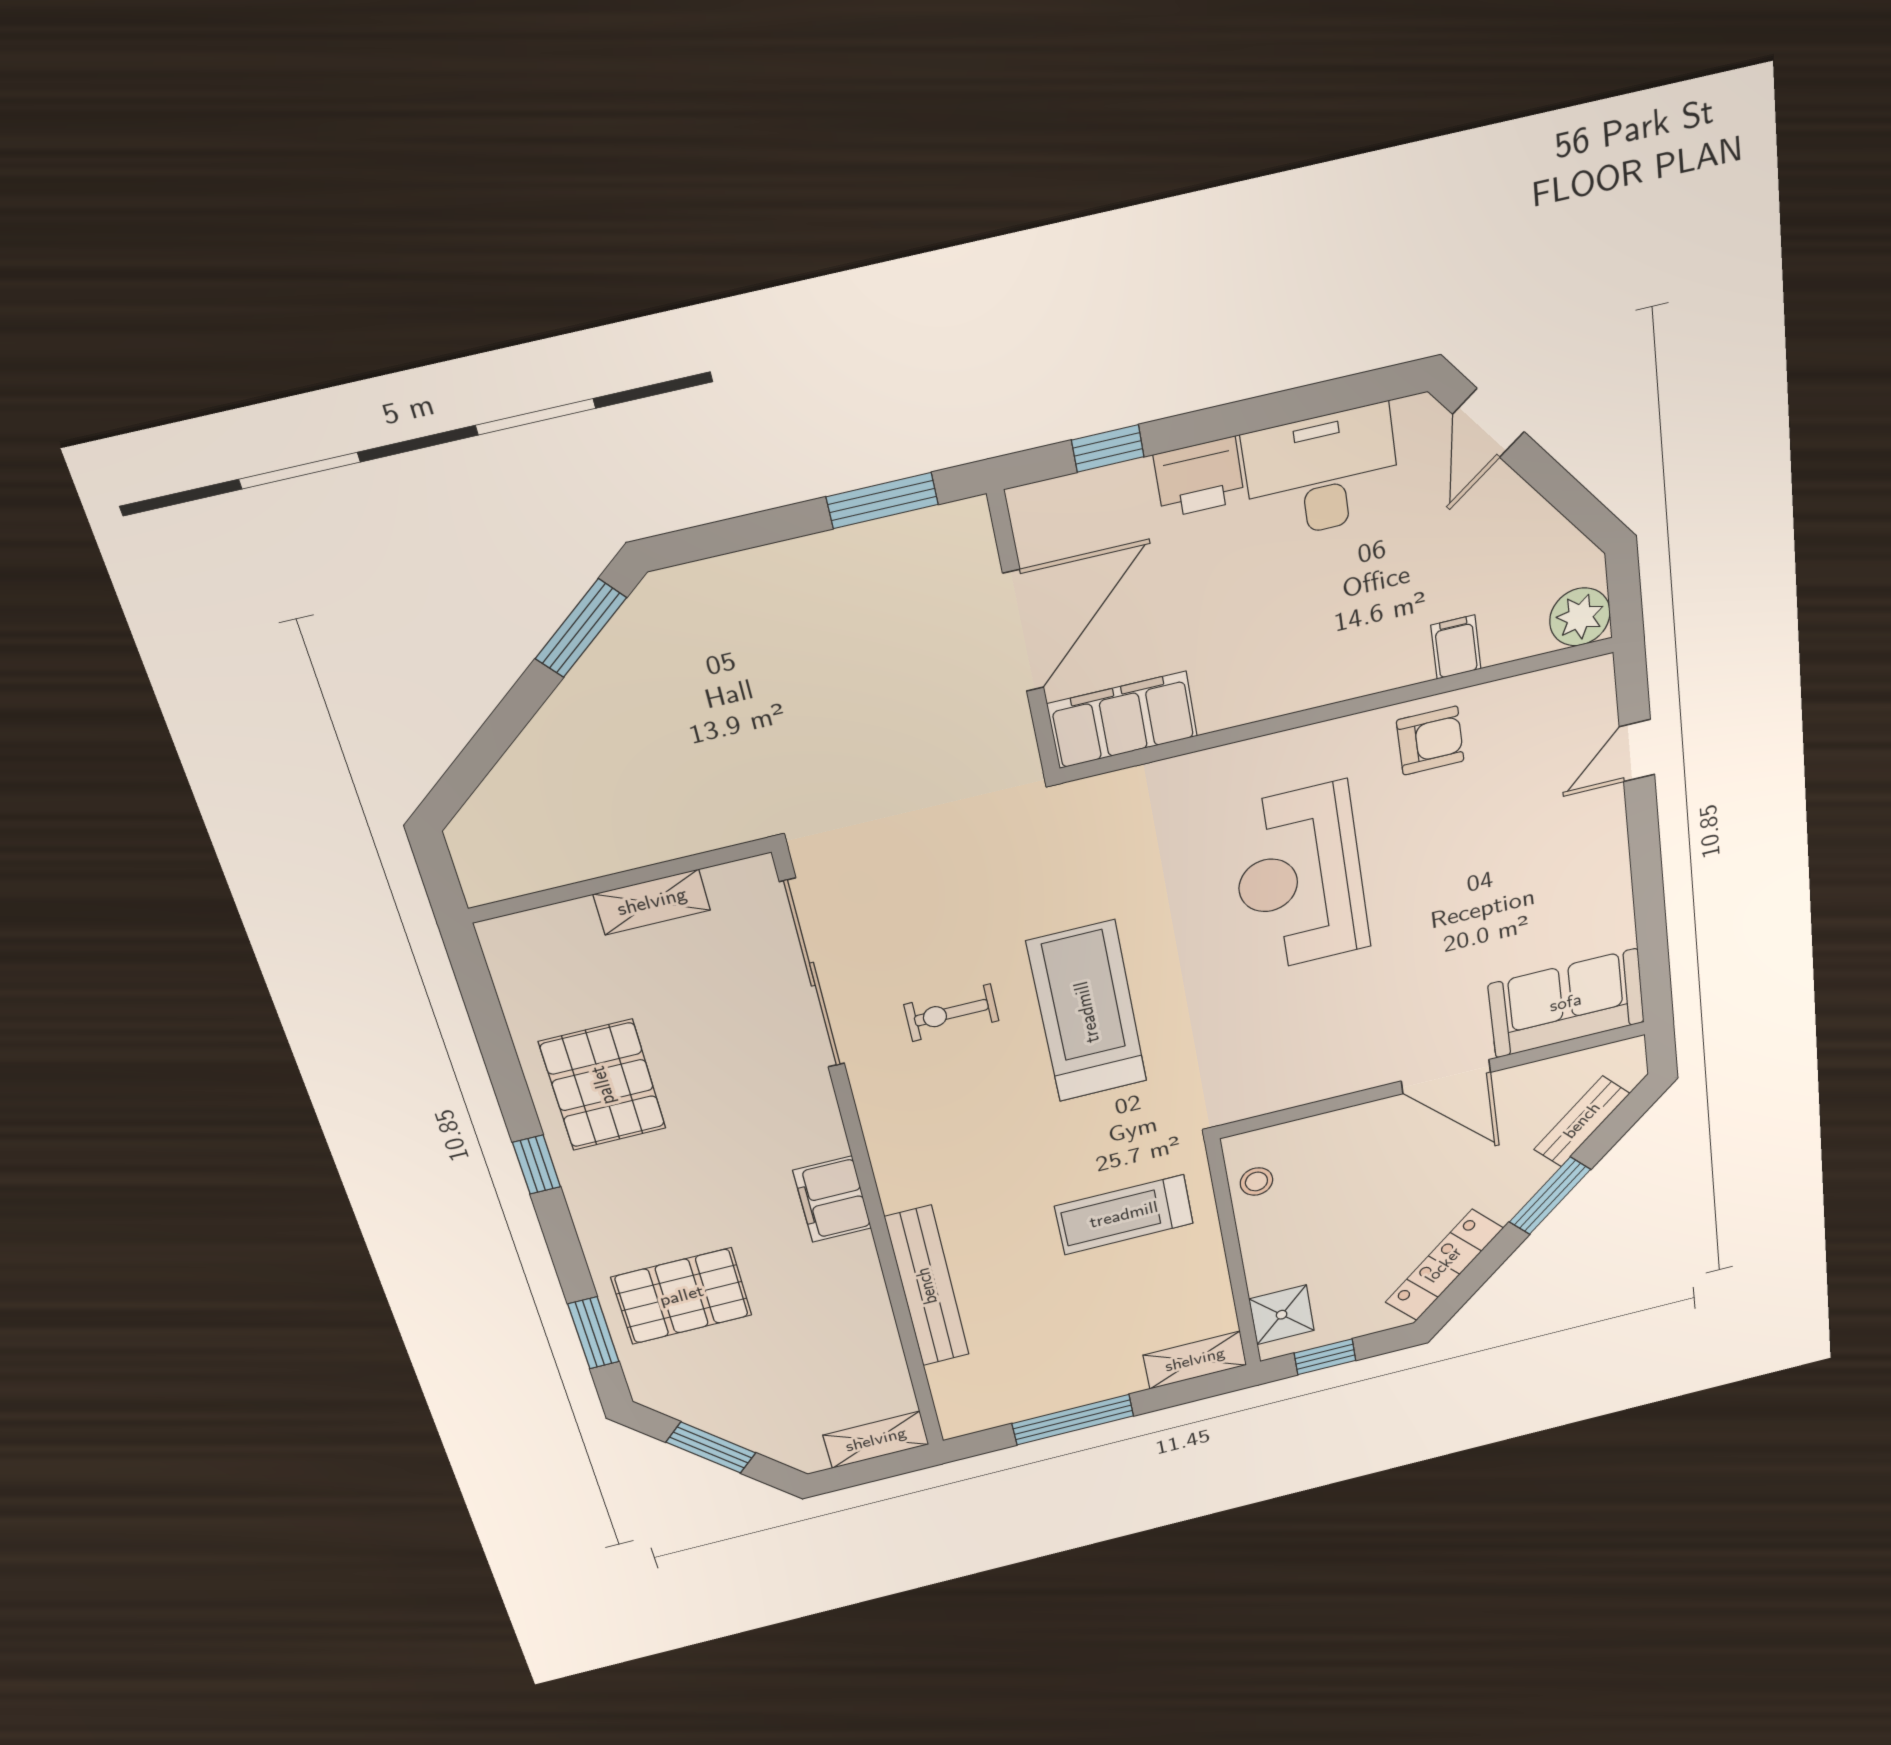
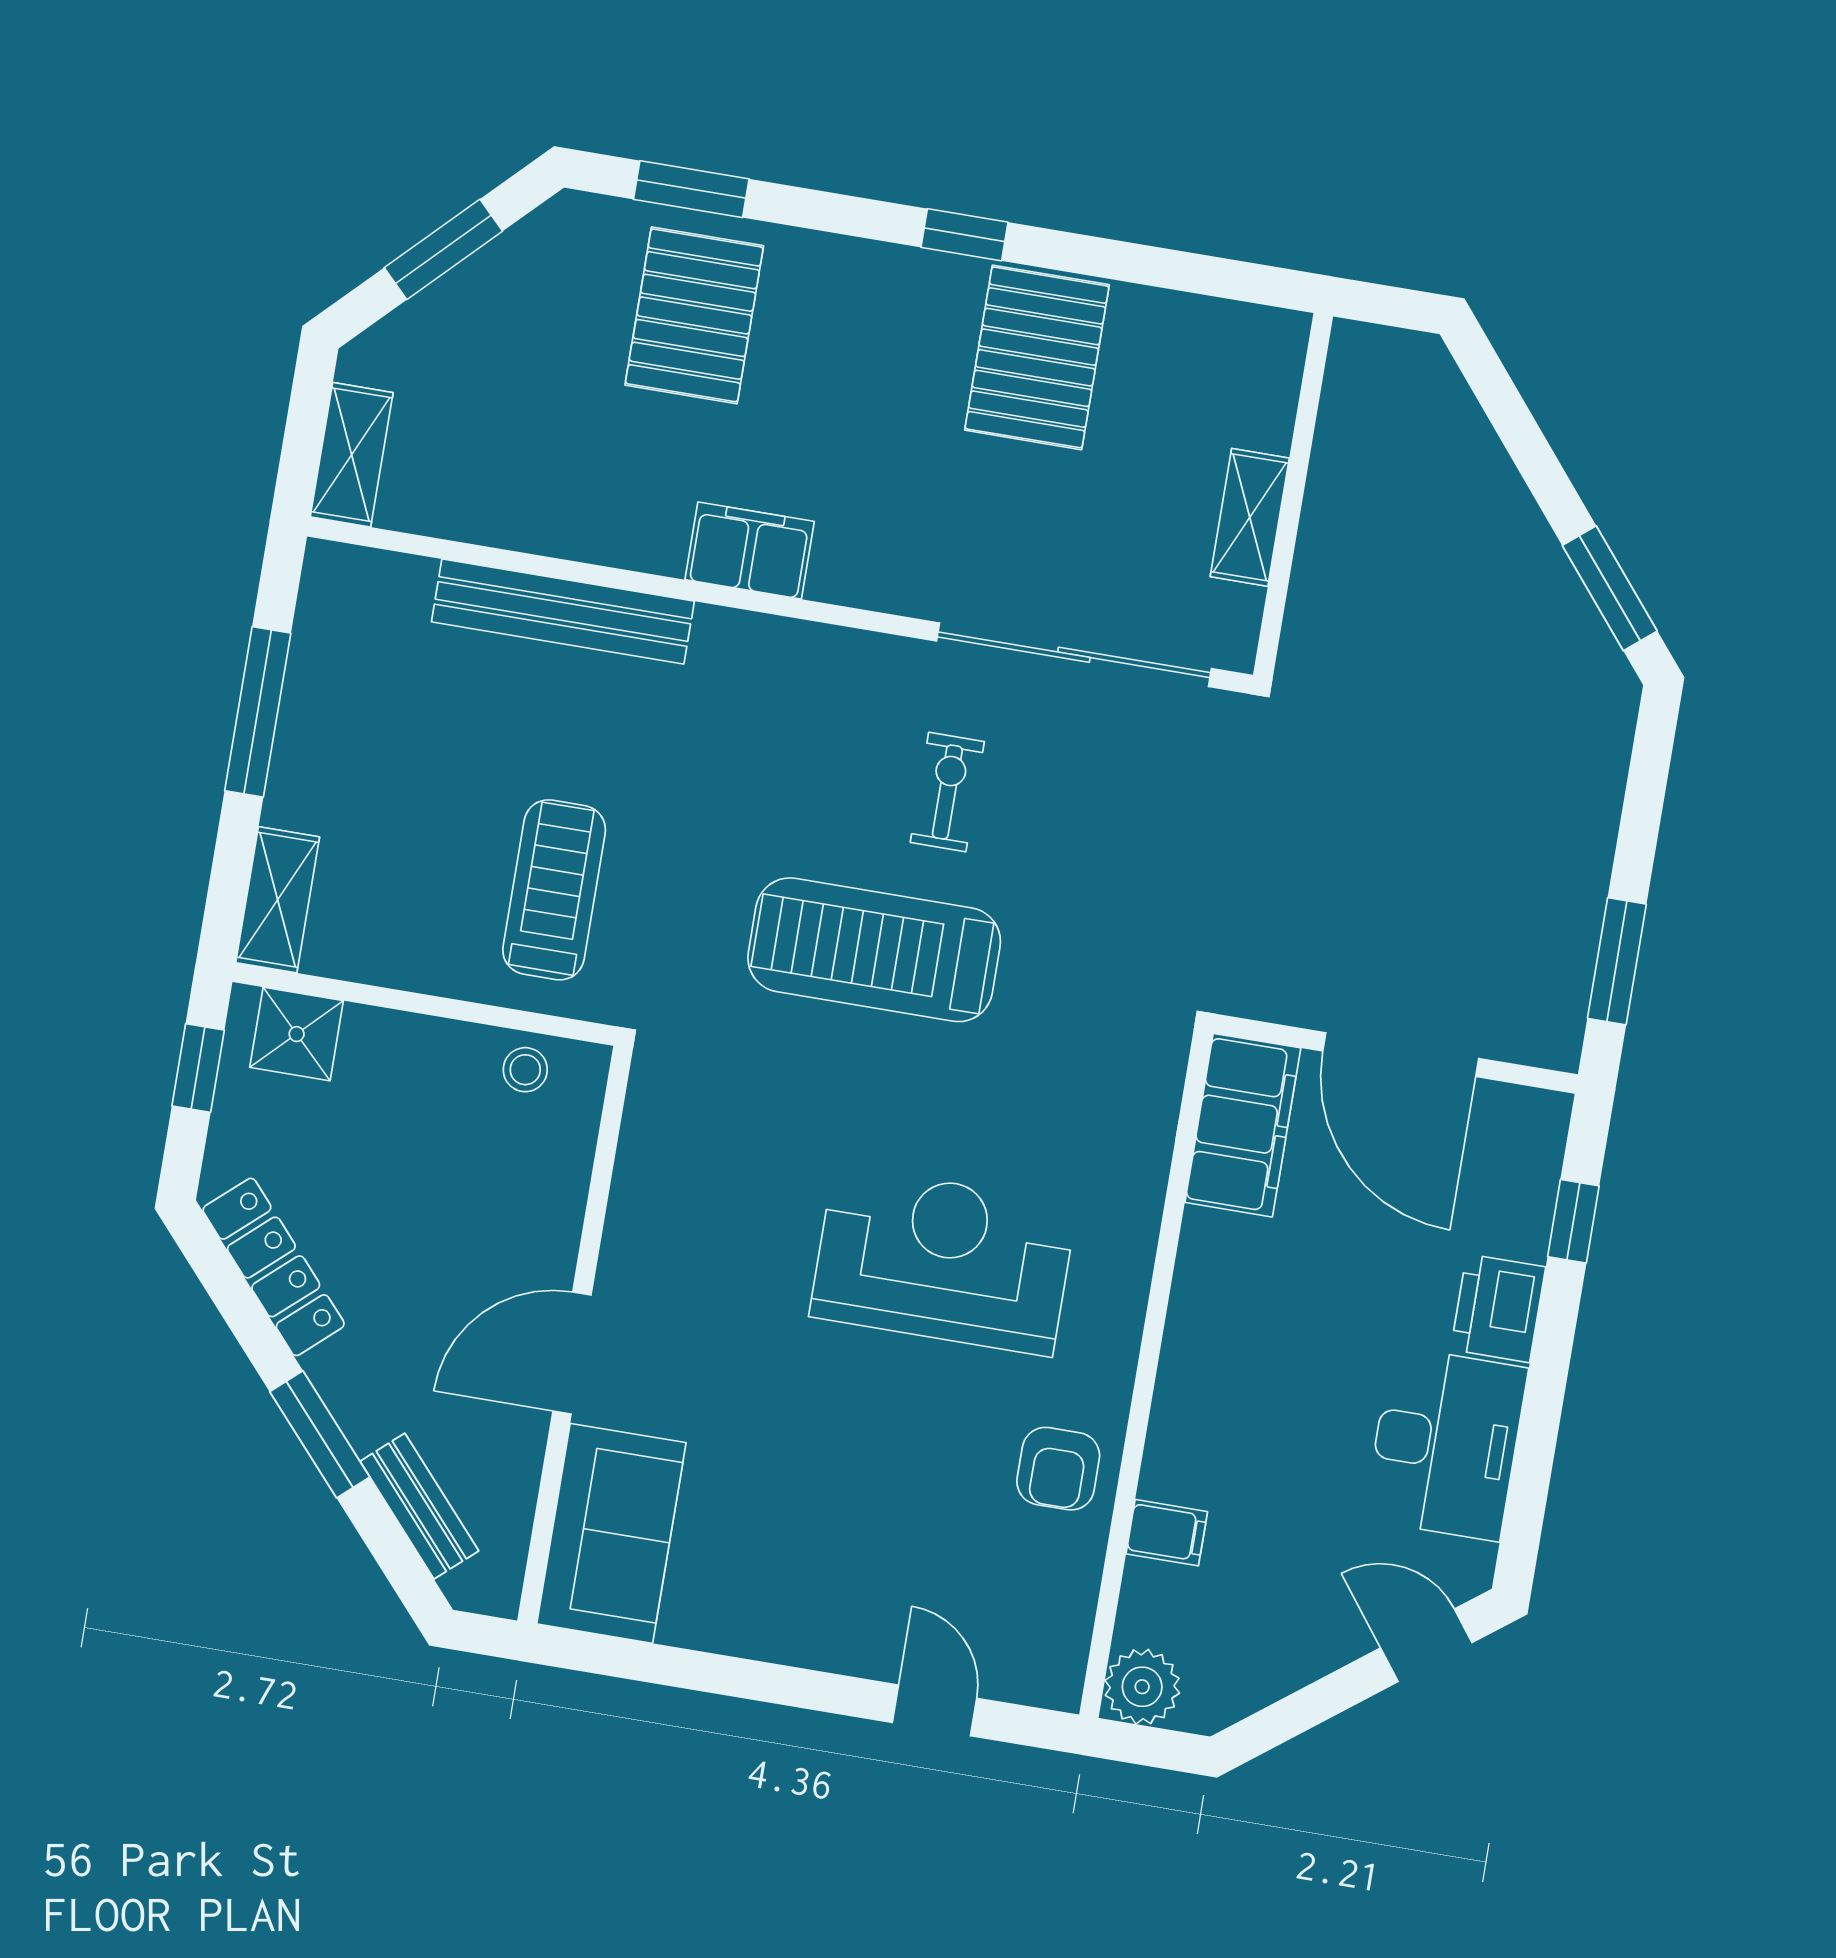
treadmill: (1087, 1012) -> (874, 950), turned 180
pallet: (603, 1085) -> (1037, 357), turned 90

